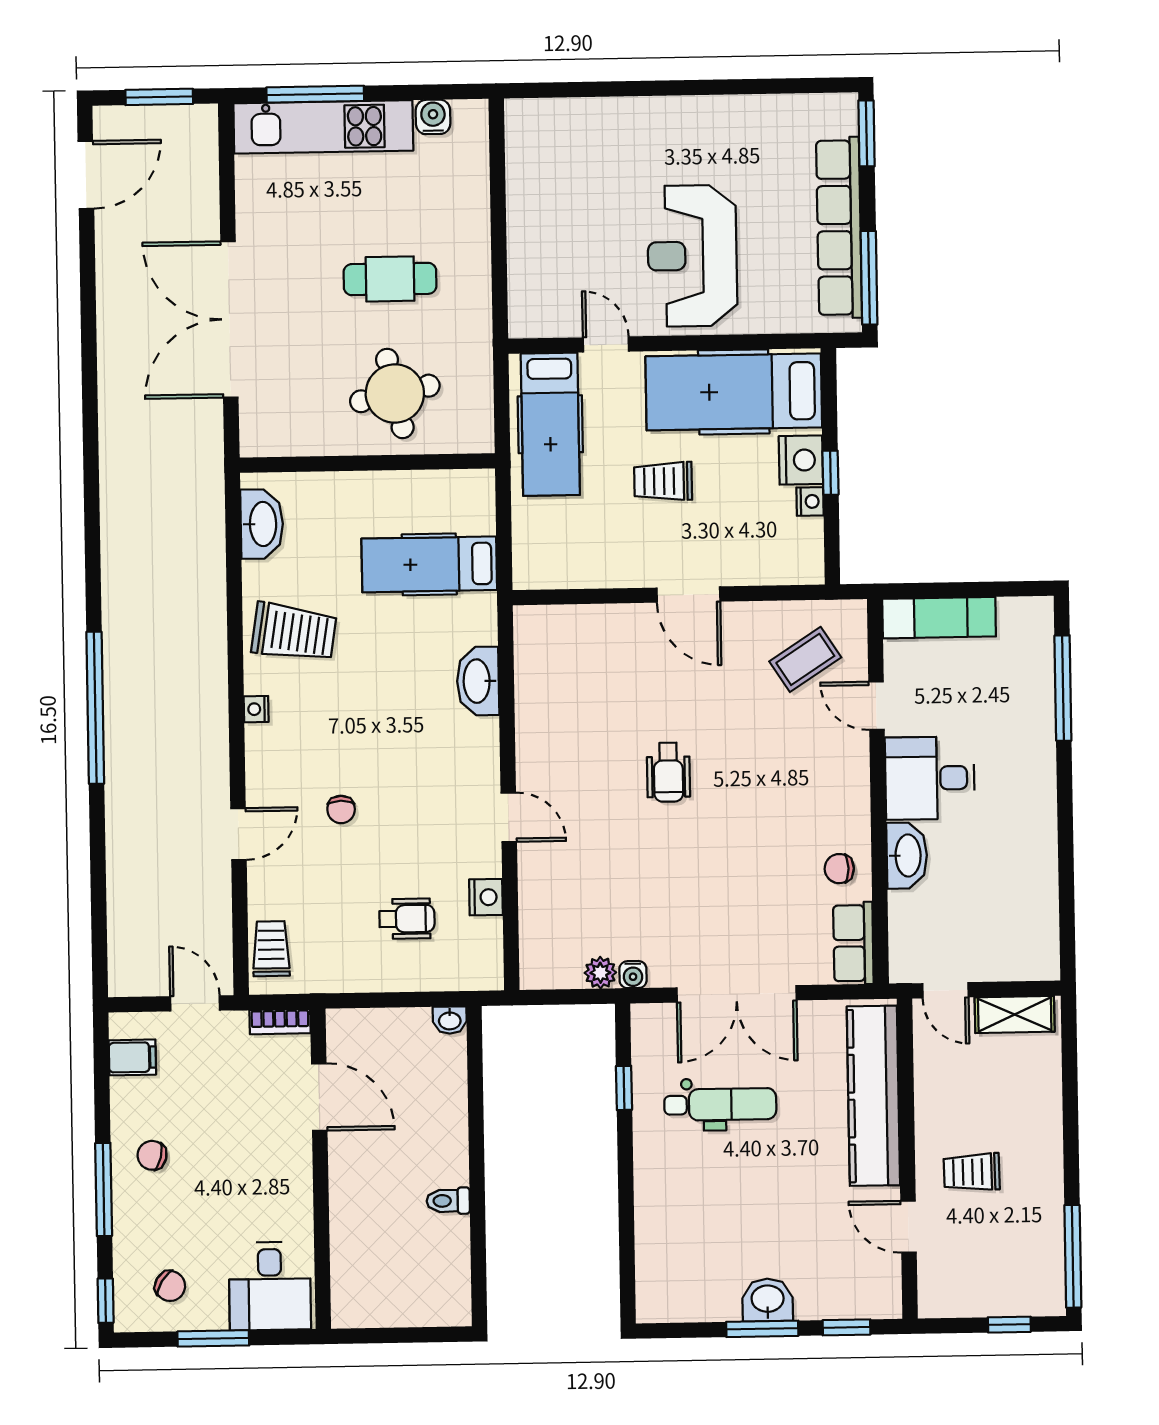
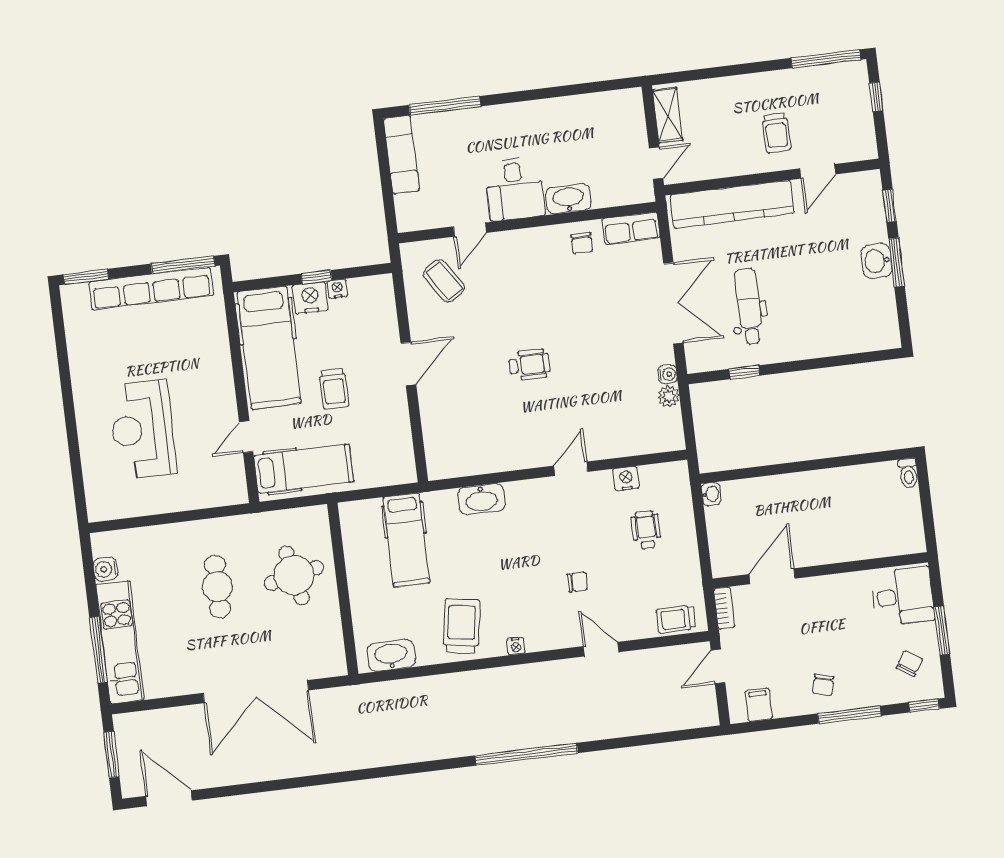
reception desk: (692, 256) -> (142, 429), moved, turned 90
exam couch: (939, 618) -> (401, 155), moved
toilet: (448, 1201) -> (908, 473), moved

